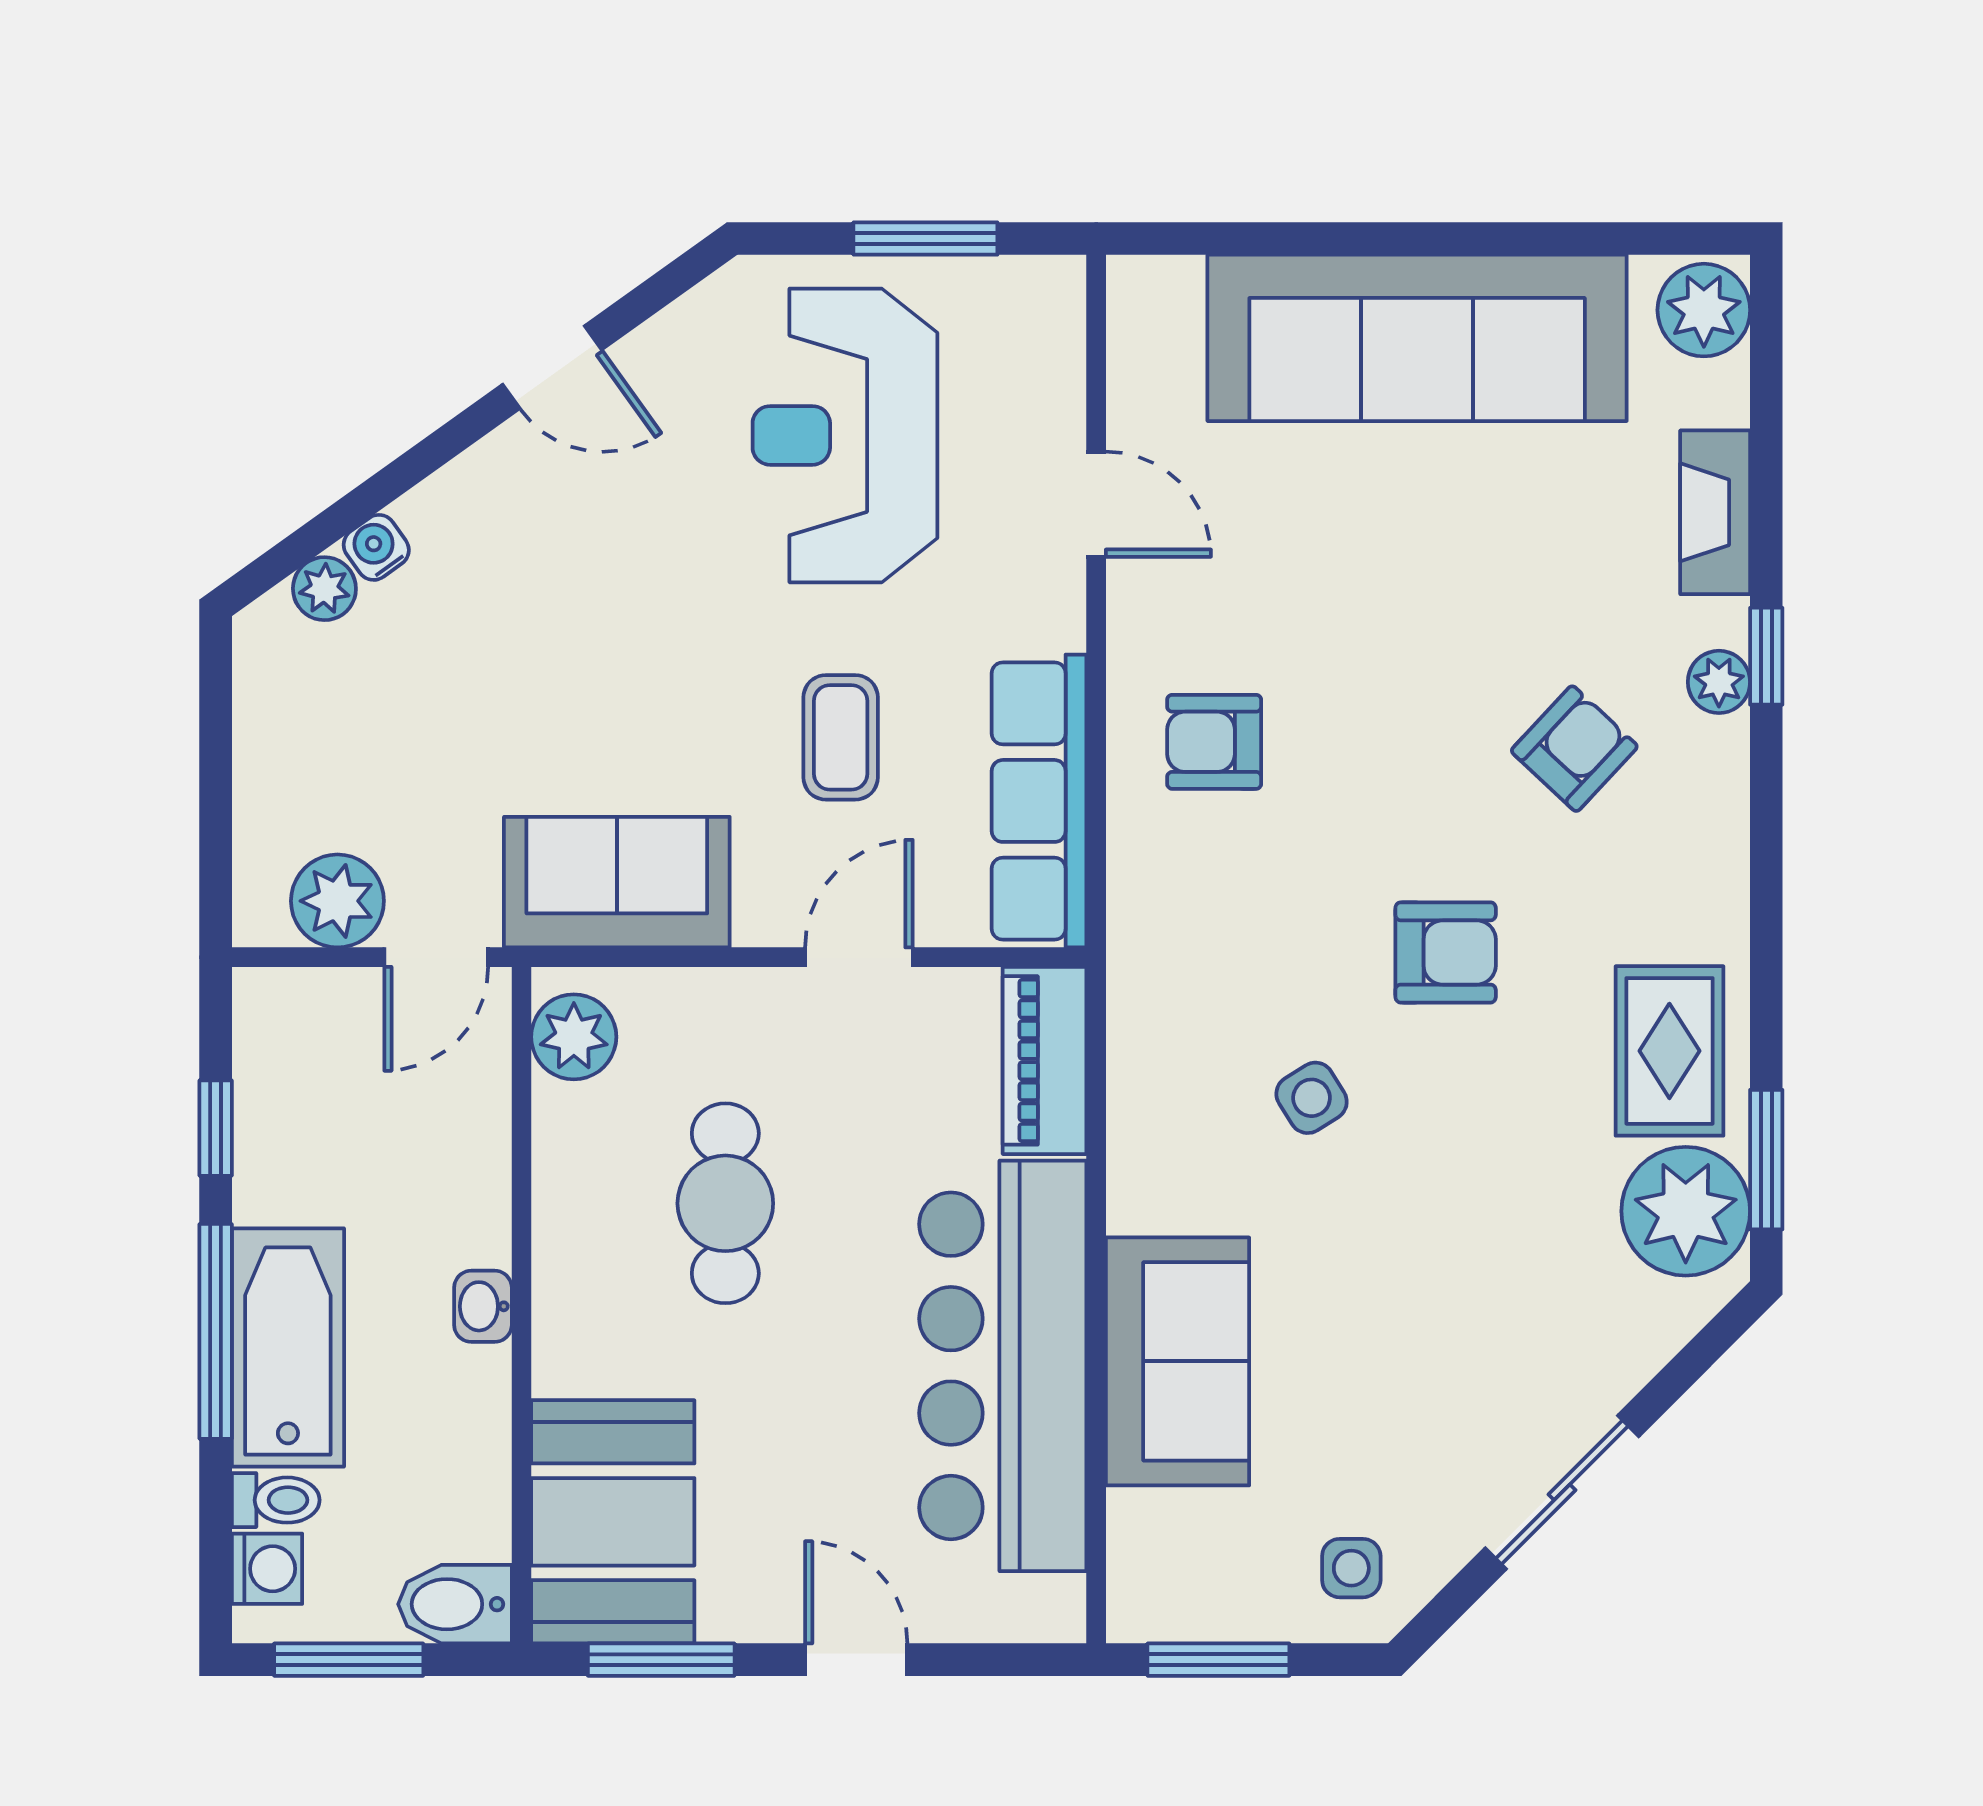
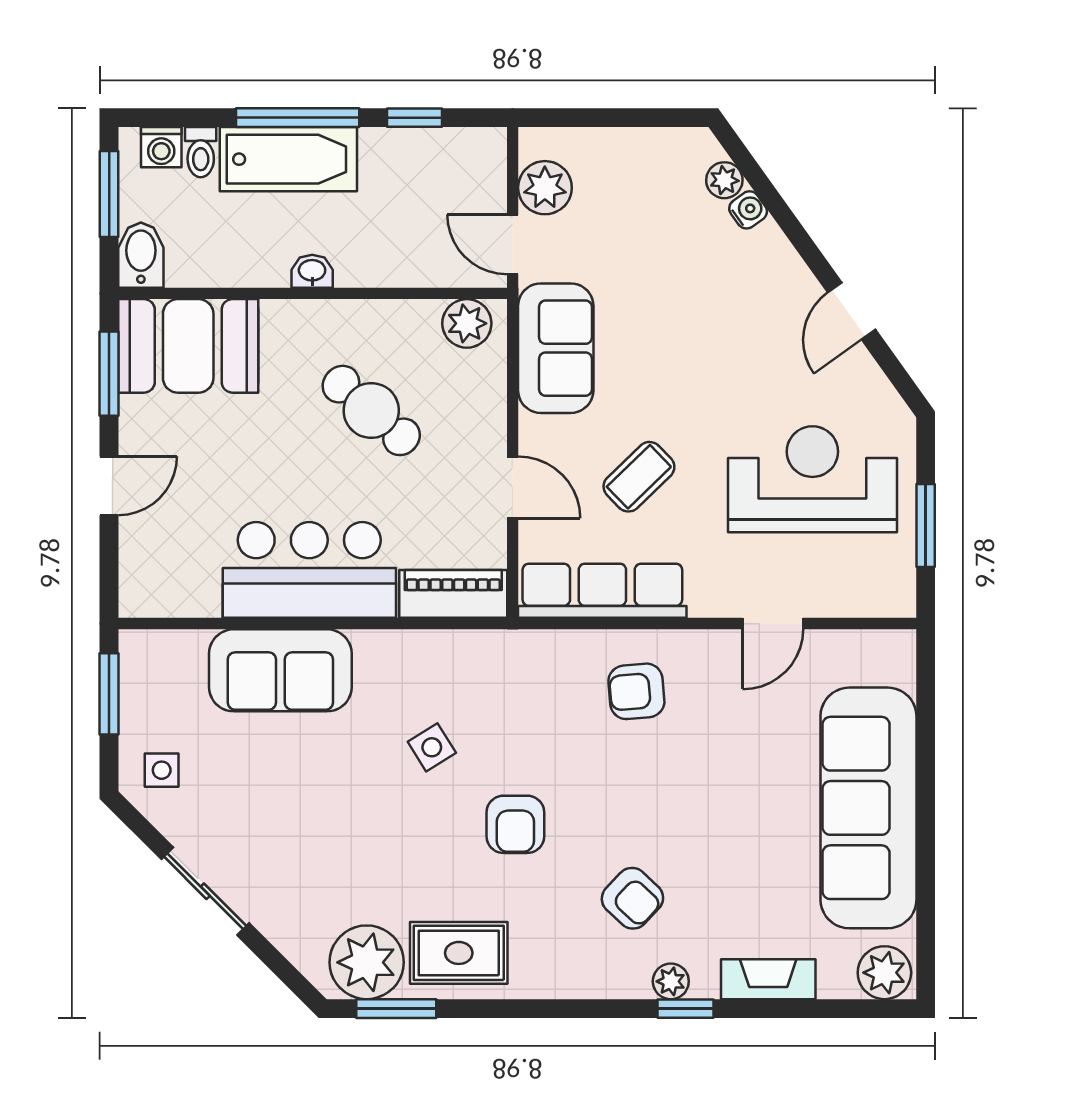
coffee table: (841, 737) -> (639, 477), turned -44
armchair: (1214, 742) -> (636, 691), turned -95
cafe table: (725, 1203) -> (371, 410), turned 41
bar counter: (1003, 1366) -> (309, 570), width x0.73

